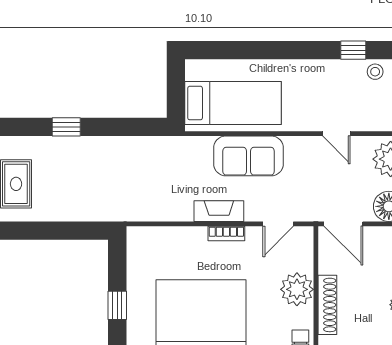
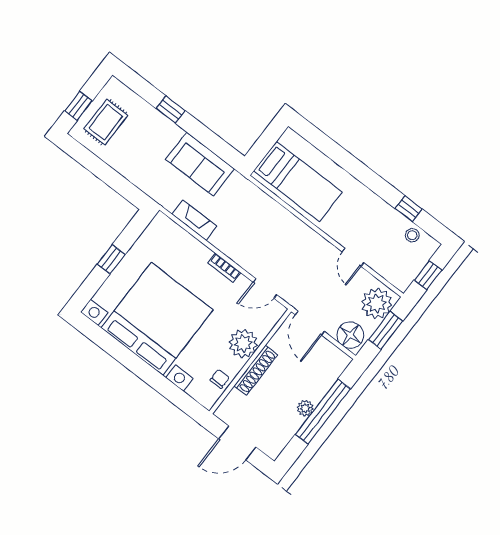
sofa: (249, 156) -> (200, 164), moved
fireplace: (219, 211) -> (194, 220), moved

